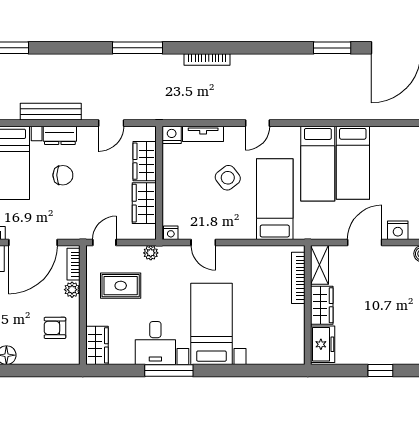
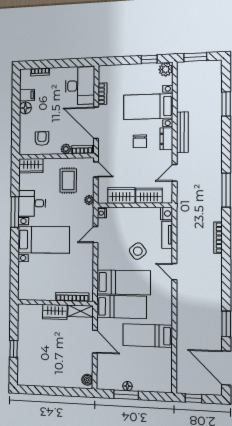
door: (111, 123) -> (175, 173), hinge flipped
bed: (318, 164) -> (121, 307), moved, turned 180
nightstand: (398, 230) -> (103, 364), removed
freezer: (323, 344) -> (30, 312), removed

